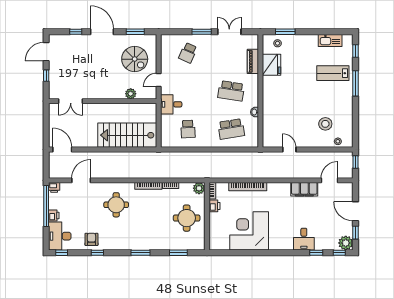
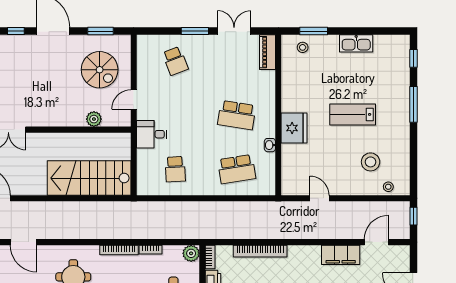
kitchen sink: (330, 40) -> (356, 43), moved
school desk: (188, 53) -> (175, 61), turned -45
piano: (253, 61) -> (268, 52), moved
fridge: (272, 65) -> (294, 128), moved
lab bench: (333, 73) -> (353, 114), moved
door: (81, 180) -> (24, 242), swing flipped

